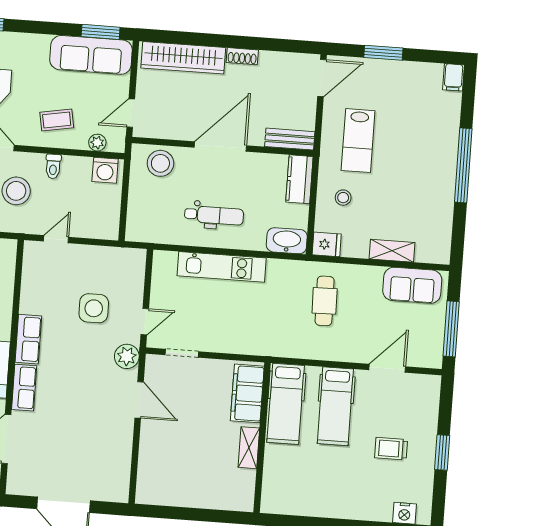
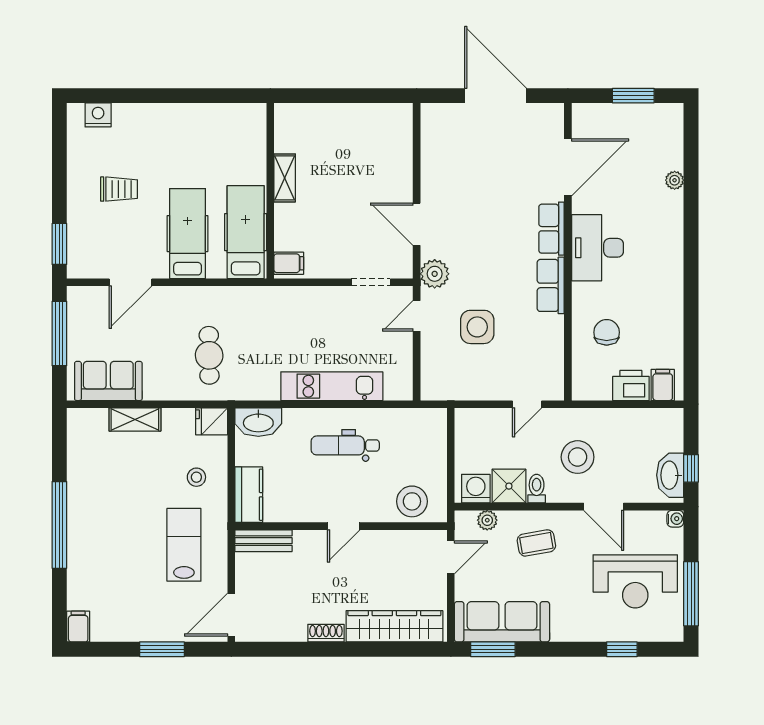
door: (220, 146) -> (344, 526), width x0.53
shower: (77, 170) -> (509, 486), added
filing cabinet: (247, 393) -> (289, 263), width x0.33, depth x0.86
window: (442, 452) -> (59, 244), moved

